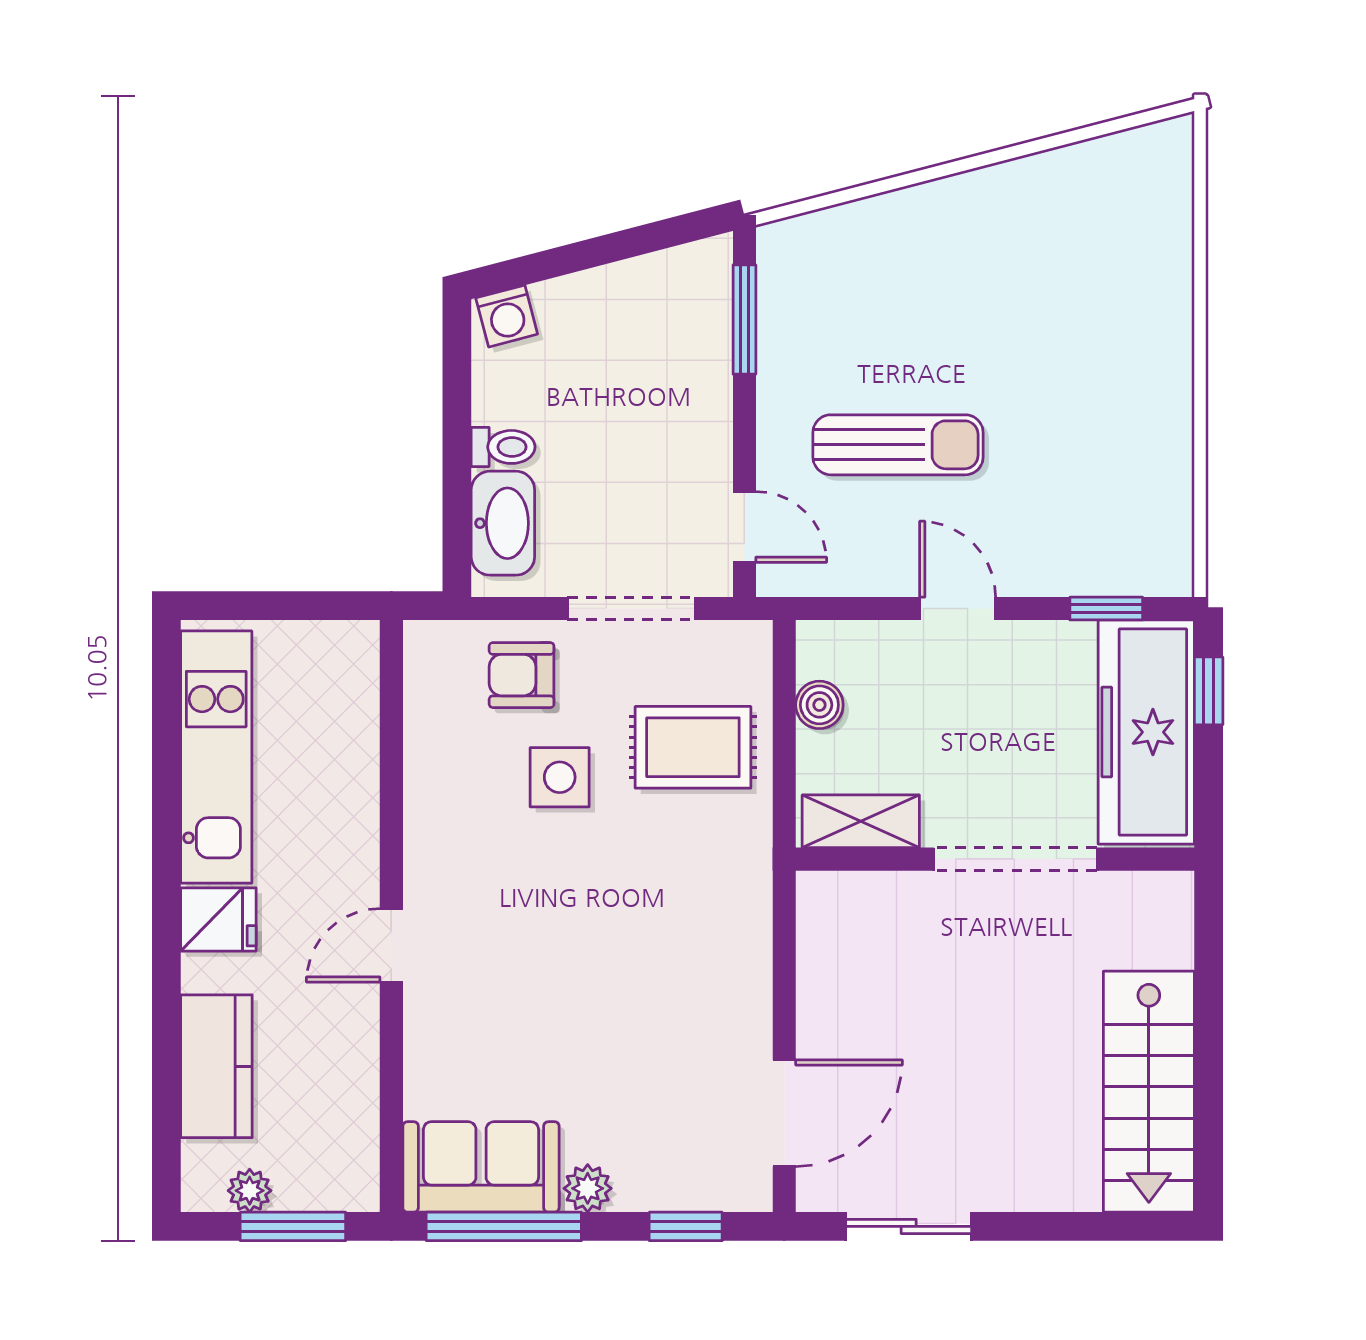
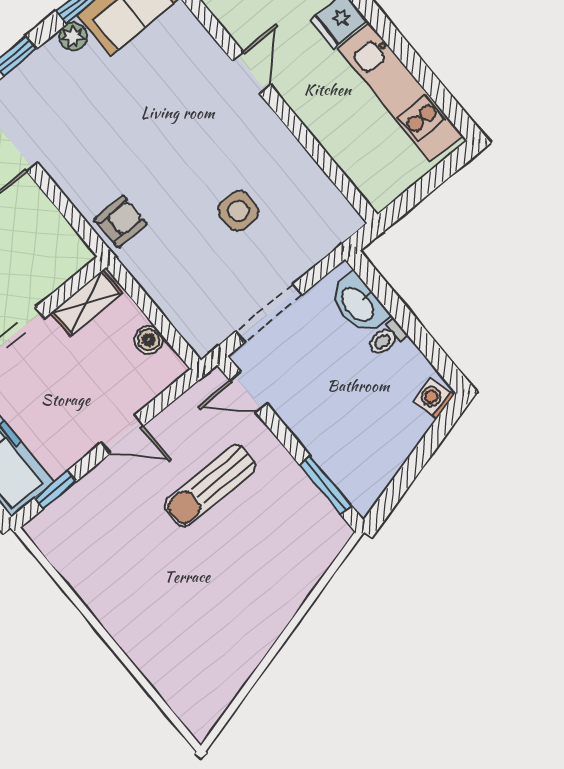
armchair: (522, 675) -> (121, 221), moved
rug: (693, 747) -> (190, 274), removed

